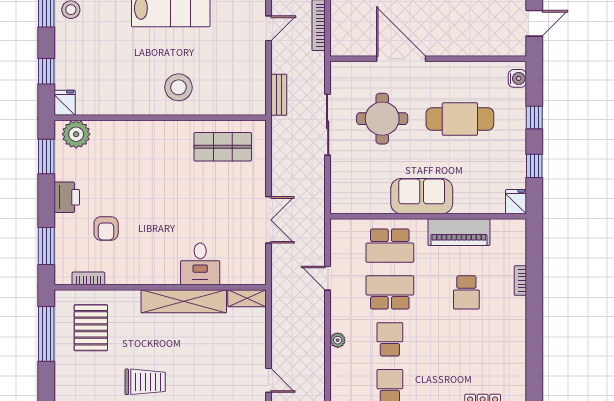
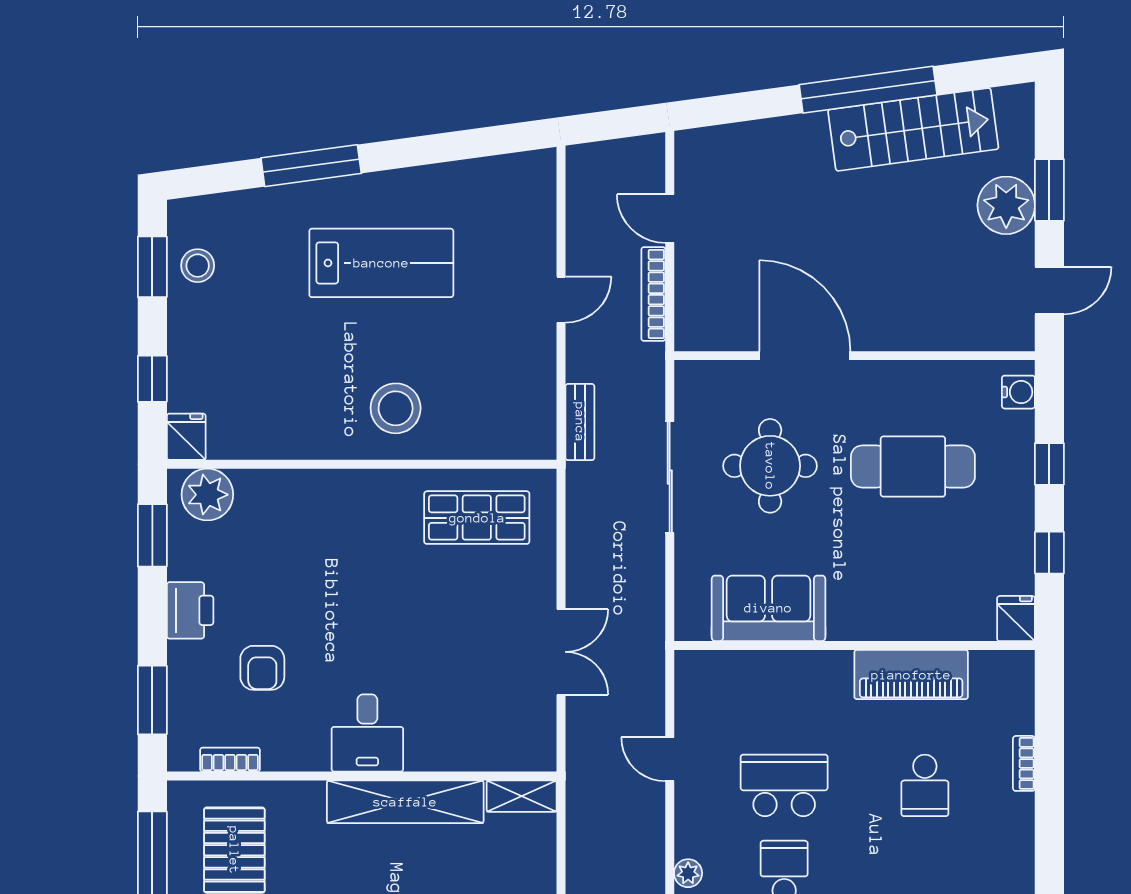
sofa: (422, 196) -> (768, 608), moved
school desk: (390, 246) -> (784, 699), removed
desk: (200, 264) -> (367, 733), moved

